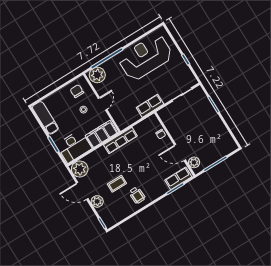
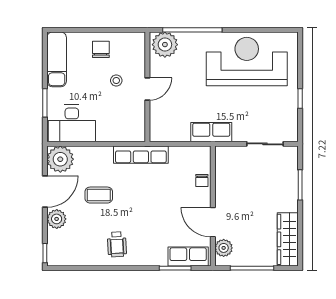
chair: (77, 91) -> (101, 49), moved
filing cabinet: (101, 134) -> (120, 130), removed
wardrobe: (225, 137) -> (288, 239), added
coffee table: (117, 184) -> (99, 195), moved
door: (82, 191) -> (45, 192), swing flipped

